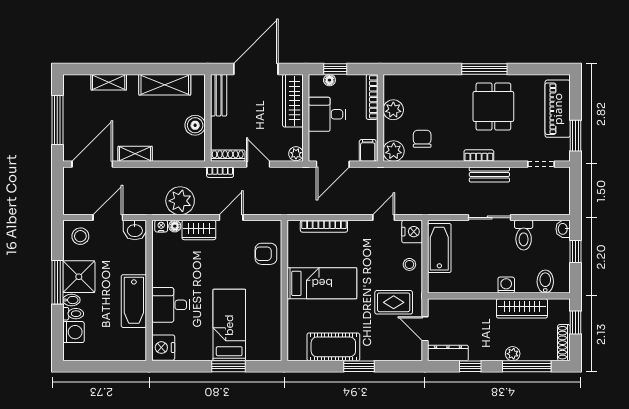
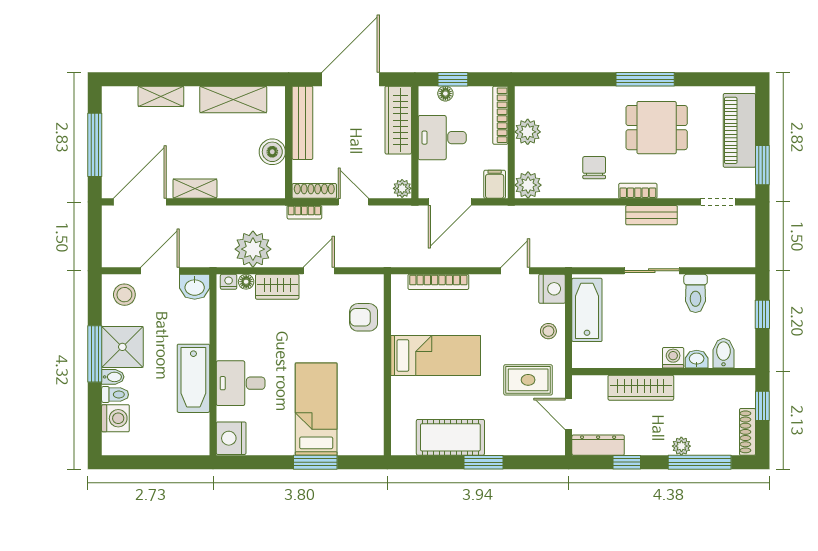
bench: (219, 95) -> (302, 123), width x1.36
dining table: (493, 107) -> (657, 128), turned 90
chair: (422, 139) -> (594, 168), moved
washbasin: (563, 229) -> (697, 359), moved, turned 90
wardrobe: (522, 308) -> (641, 388), moved

